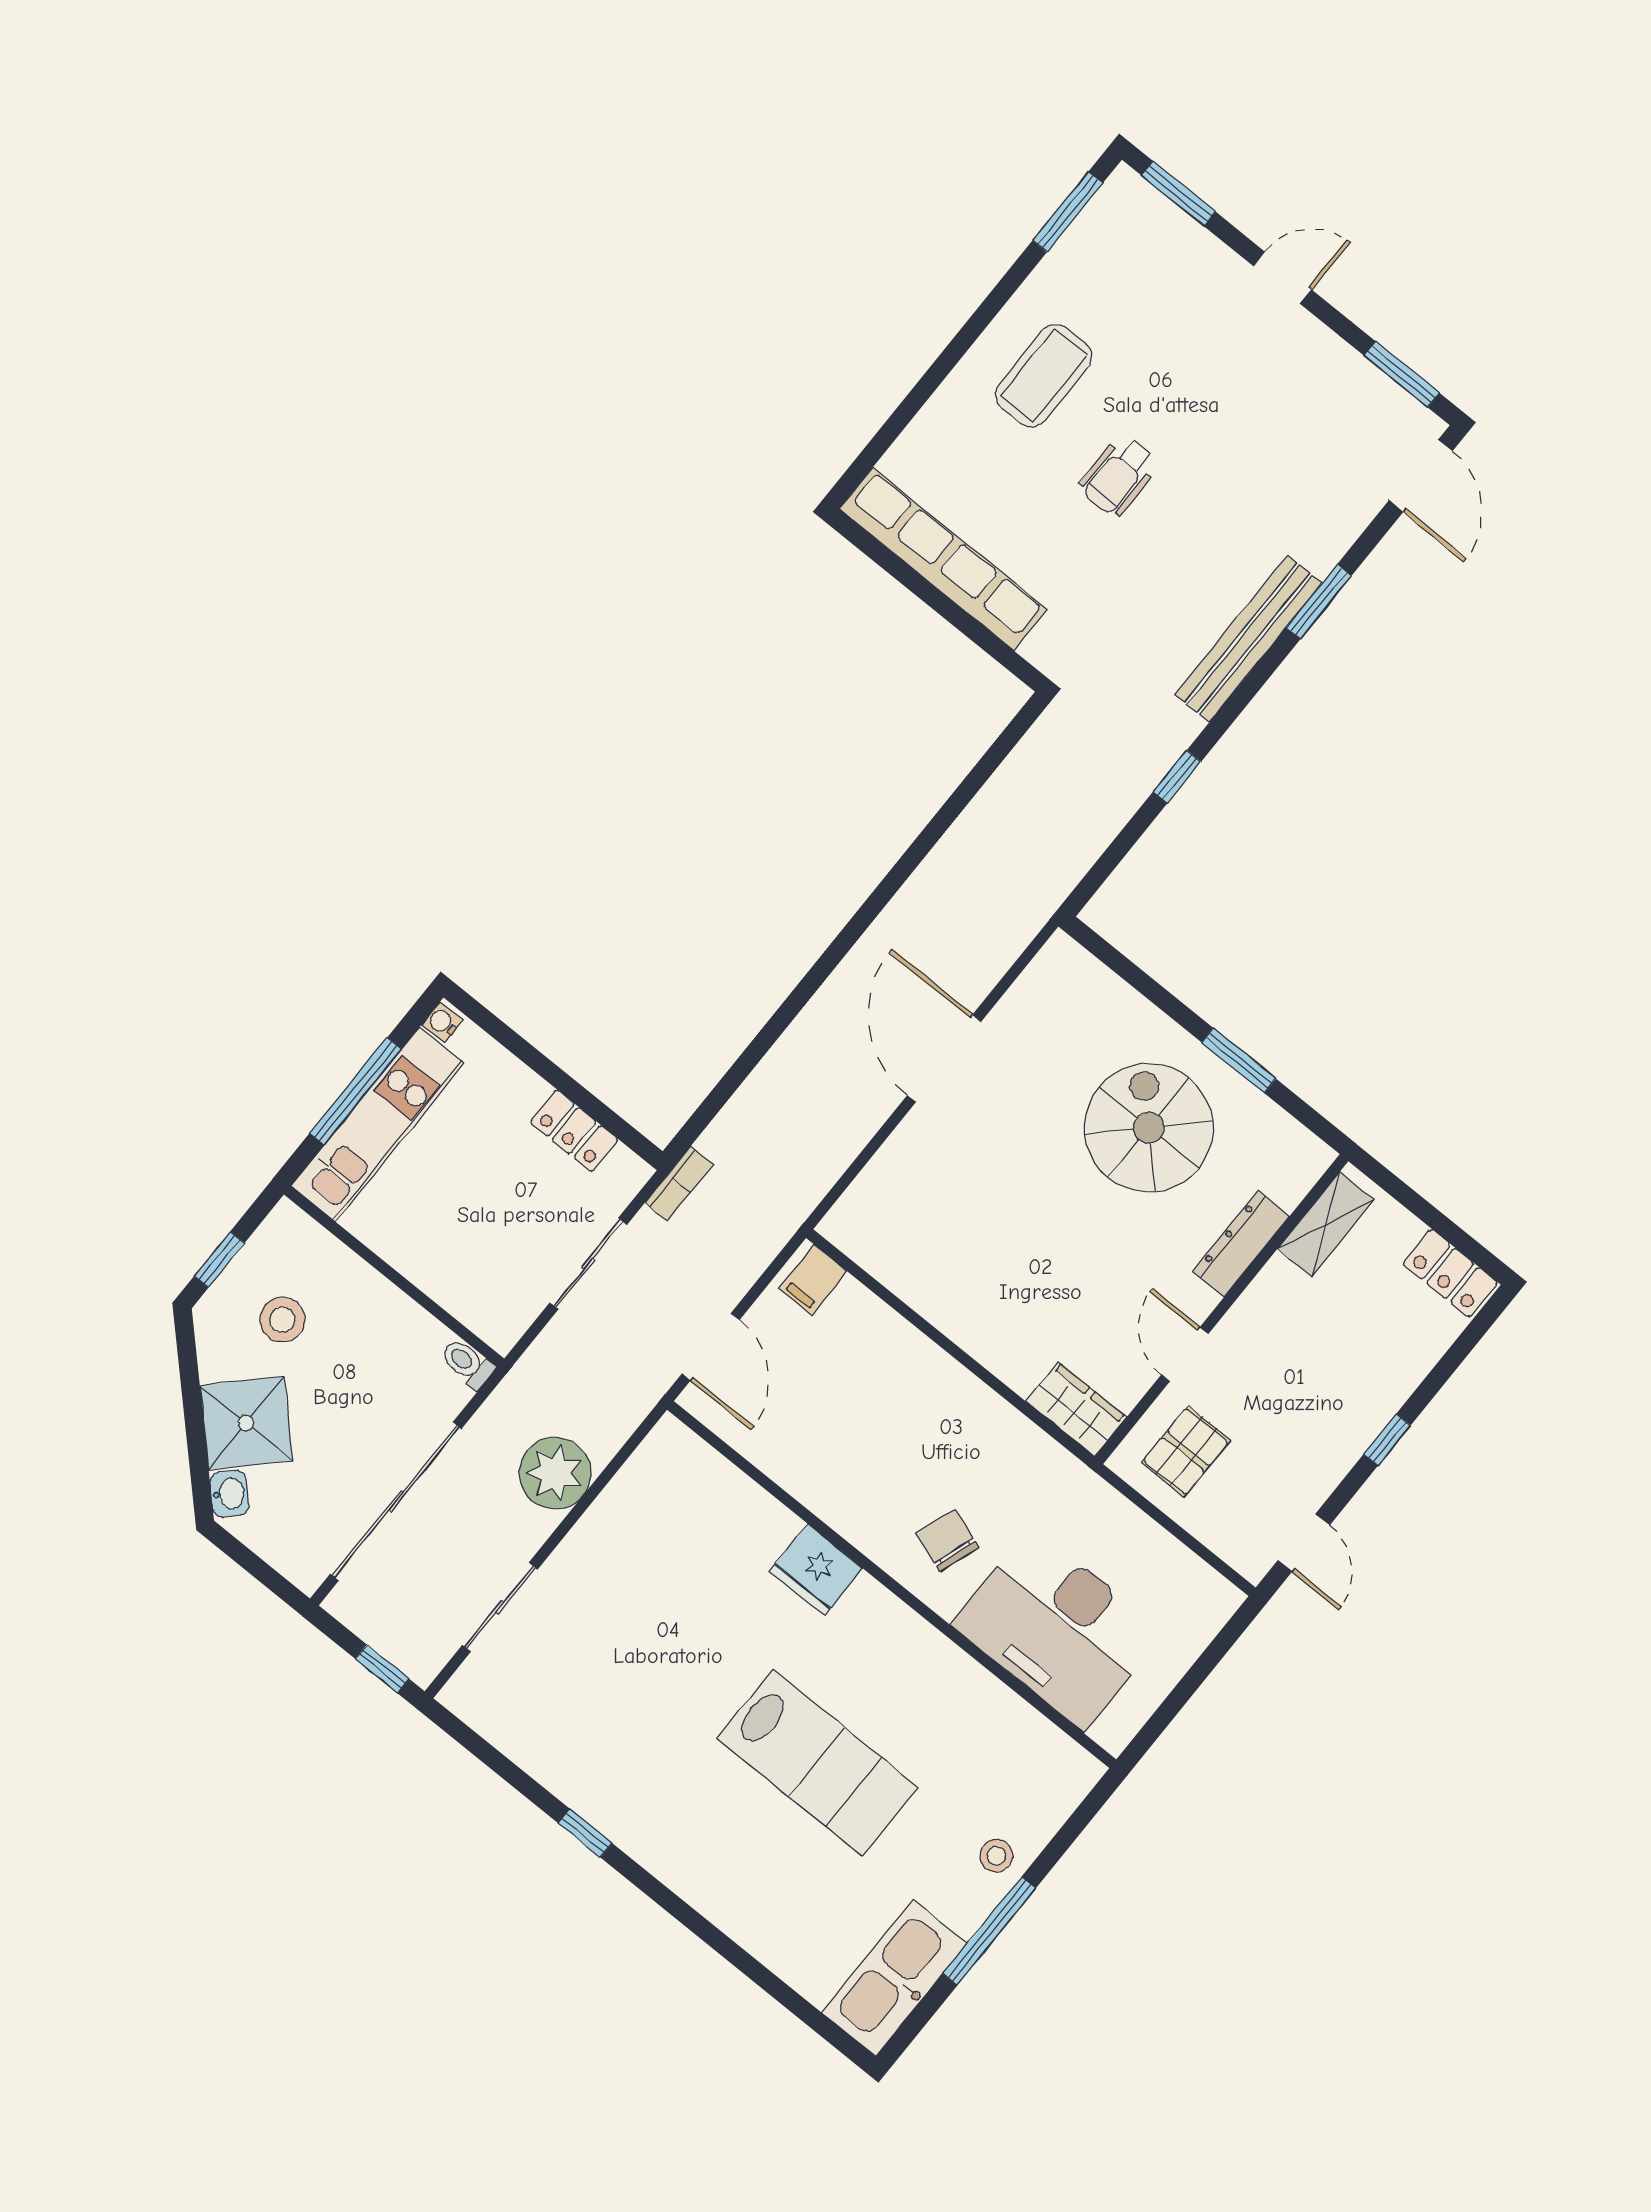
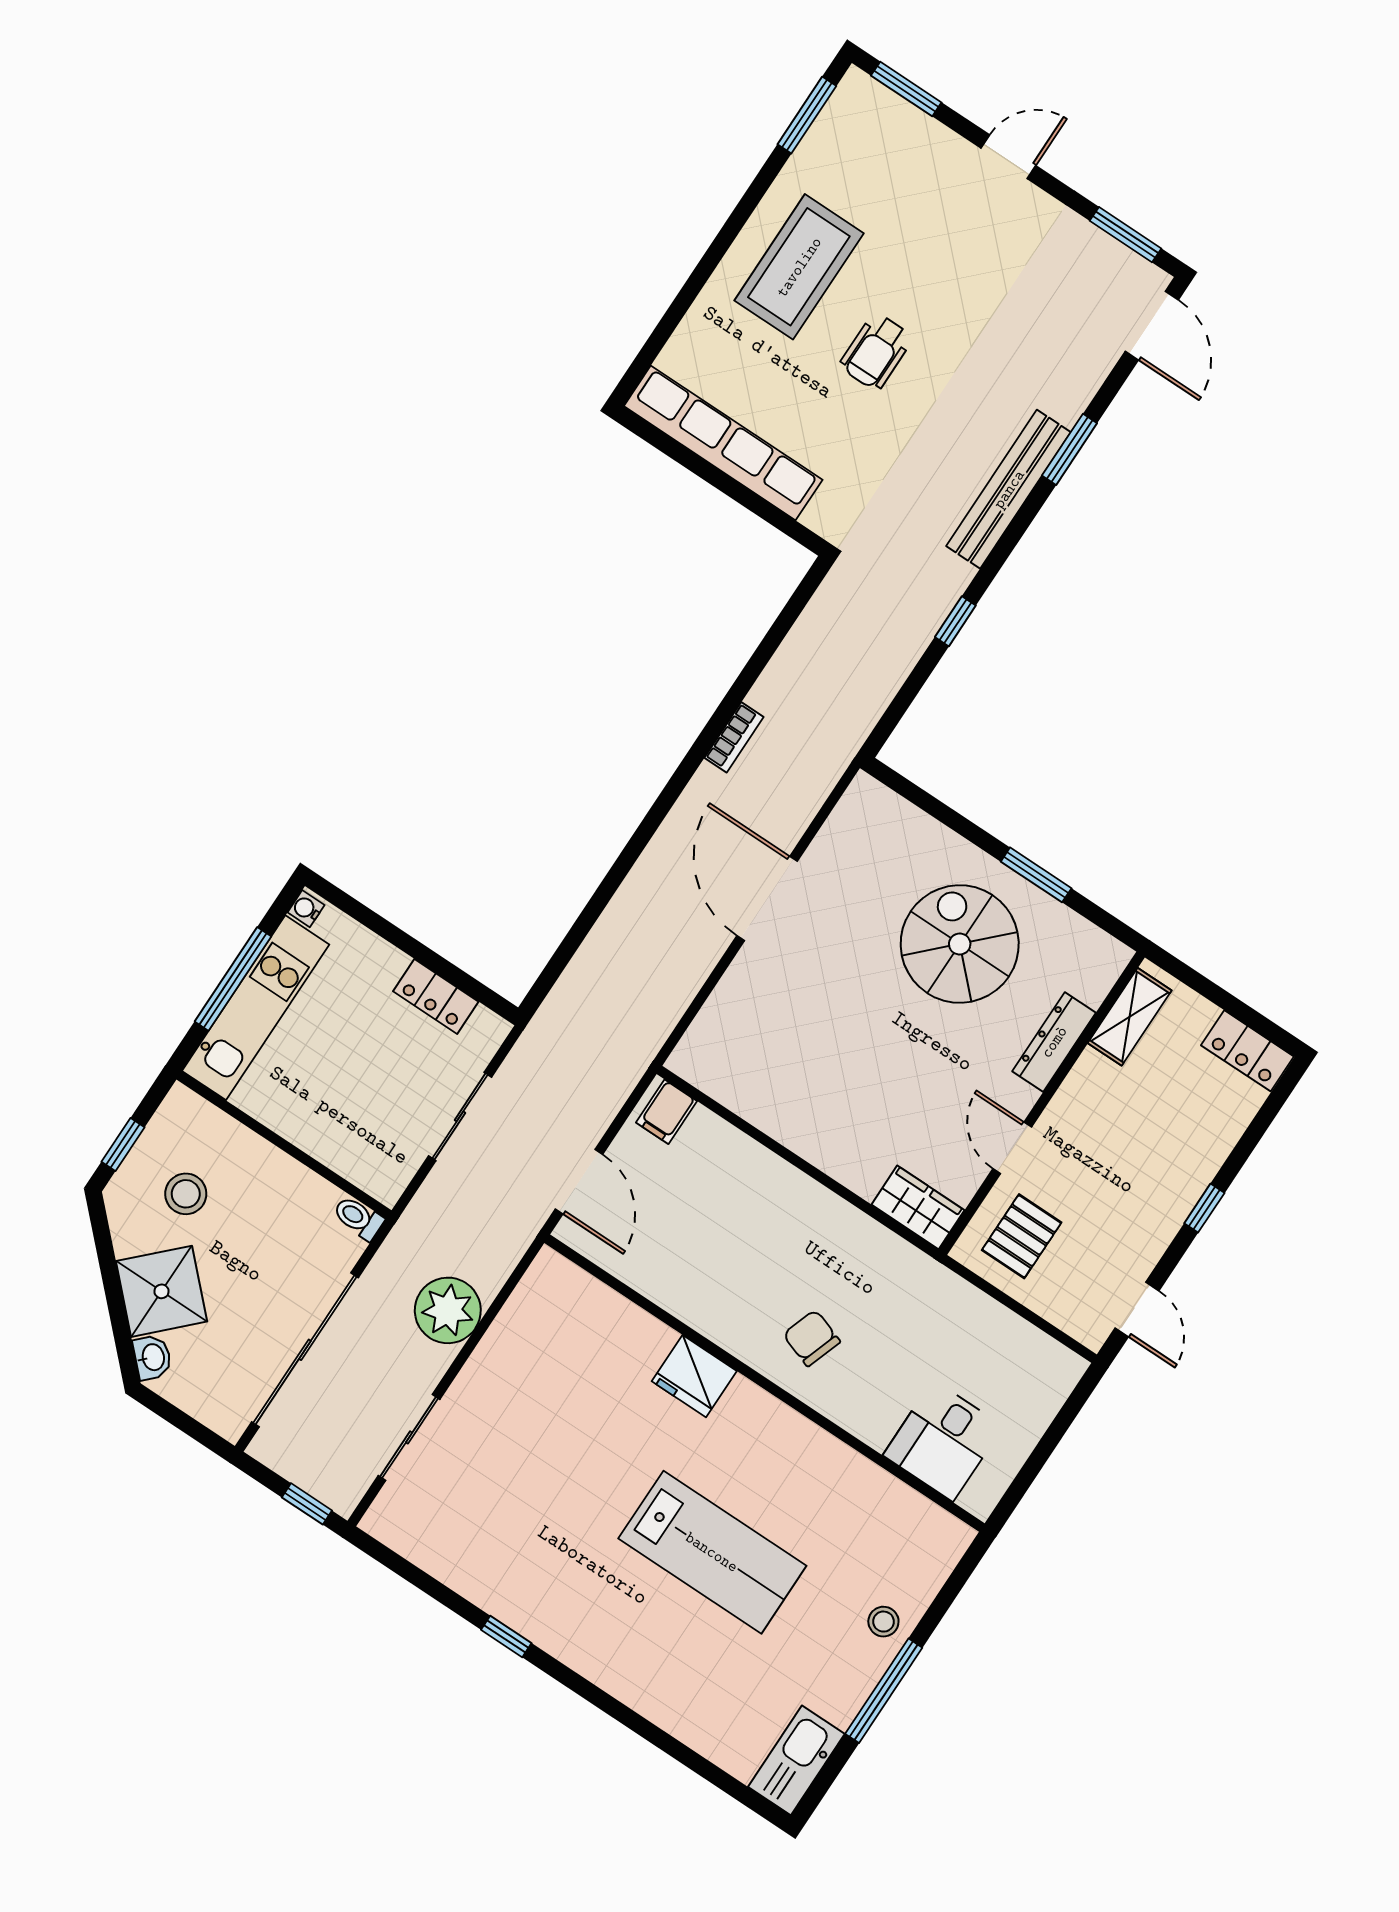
coffee table: (1044, 376) -> (799, 267), width x1.36, depth x1.32
bookcase: (679, 1184) -> (734, 737), moved
desk: (1058, 1628) -> (943, 1441), width x0.53, depth x0.77
kitchen sink: (894, 1978) -> (796, 1760), width x0.73, depth x0.81

